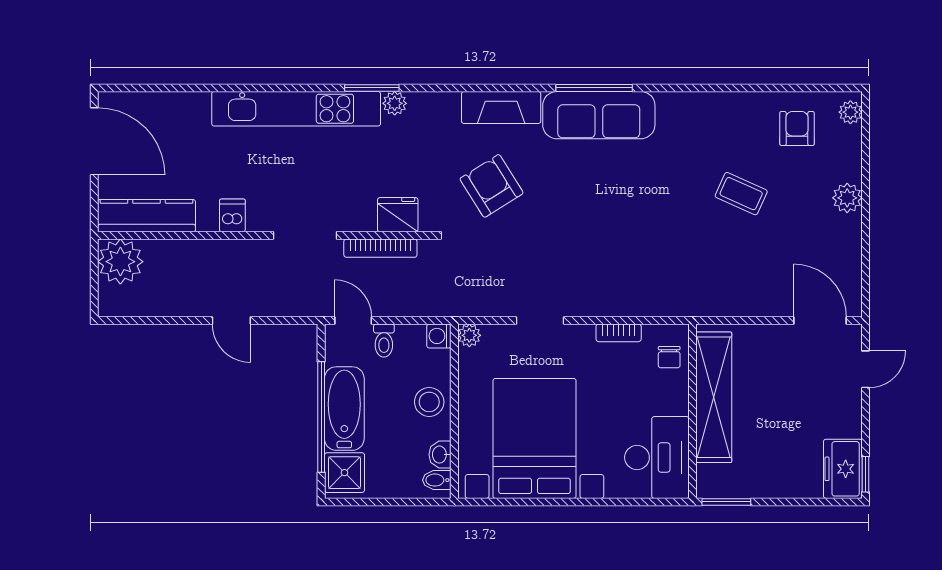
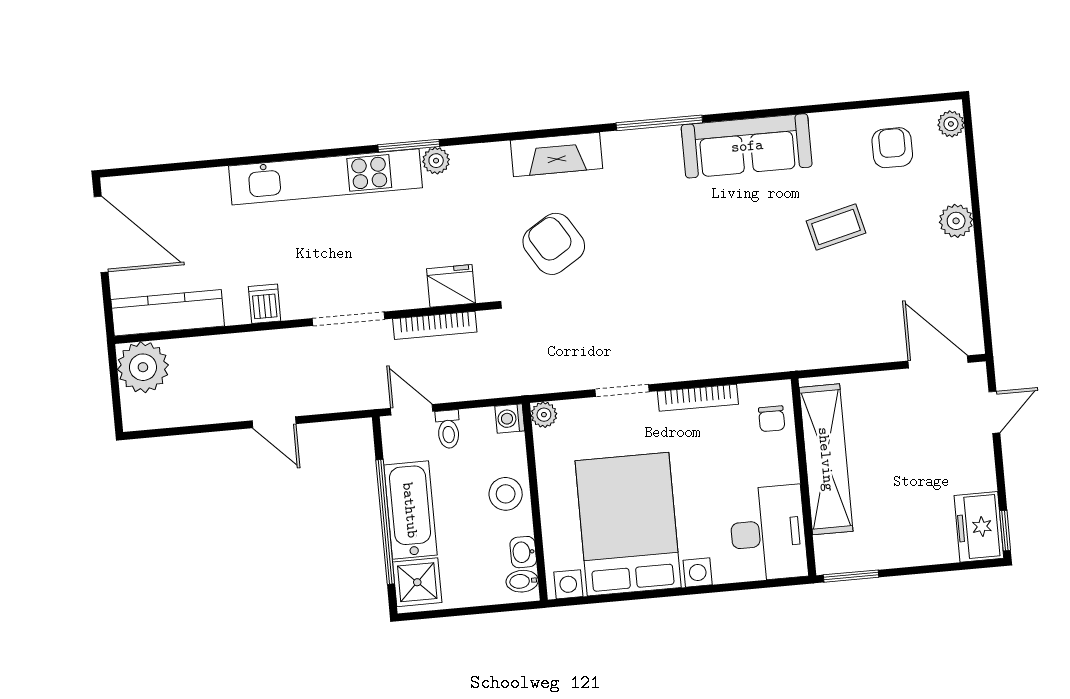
sofa: (599, 115) -> (747, 146), moved
coffee table: (741, 194) -> (836, 227), turned -38
bookcase: (619, 333) -> (698, 398), width x1.56

